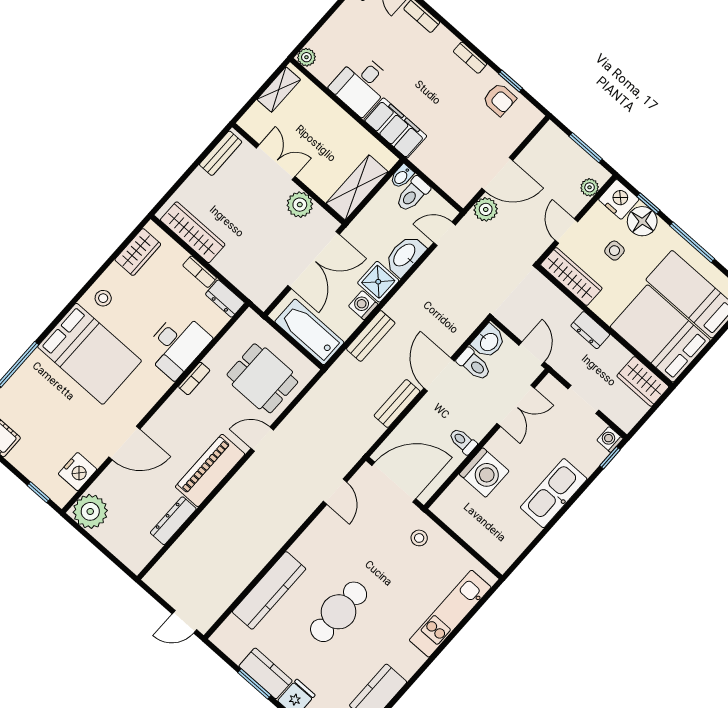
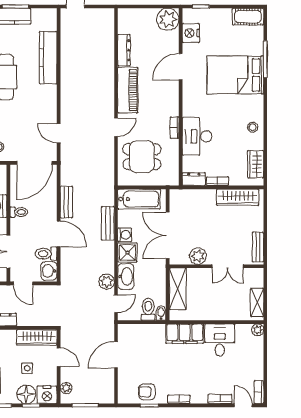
plant: (486, 209) -> (107, 282), moved
bed: (89, 354) -> (235, 75), moved

